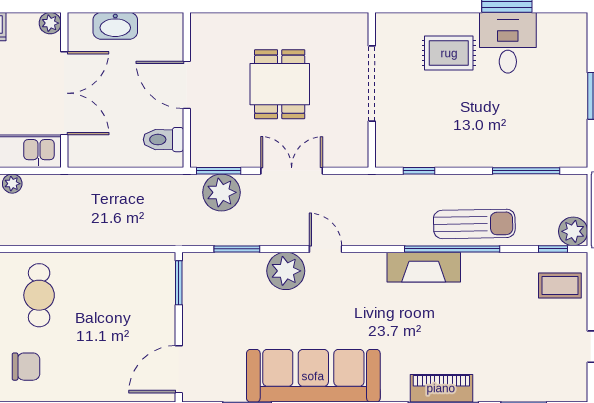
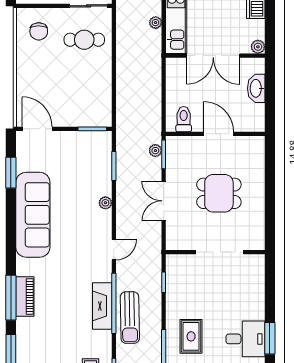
rug: (449, 53) -> (191, 336), moved
door: (187, 85) -> (219, 134), hinge flipped
double door: (292, 171) -> (164, 201), swing flipped
plant: (221, 192) -> (155, 151), width x0.53, depth x0.53
door: (325, 249) -> (114, 249), moved
fireplace: (424, 267) -> (102, 306), moved
plant: (286, 271) -> (105, 203), width x0.53, depth x0.53

